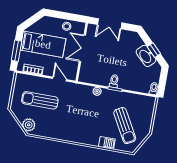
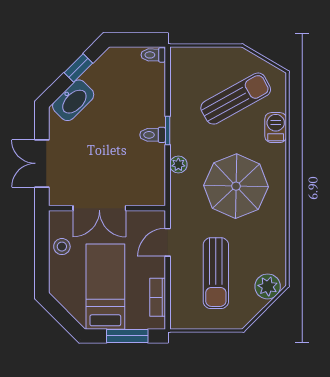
double door: (110, 24) -> (42, 163), swing flipped
washbasin: (146, 56) -> (73, 100), moved
parasol: (81, 118) -> (236, 186), added

